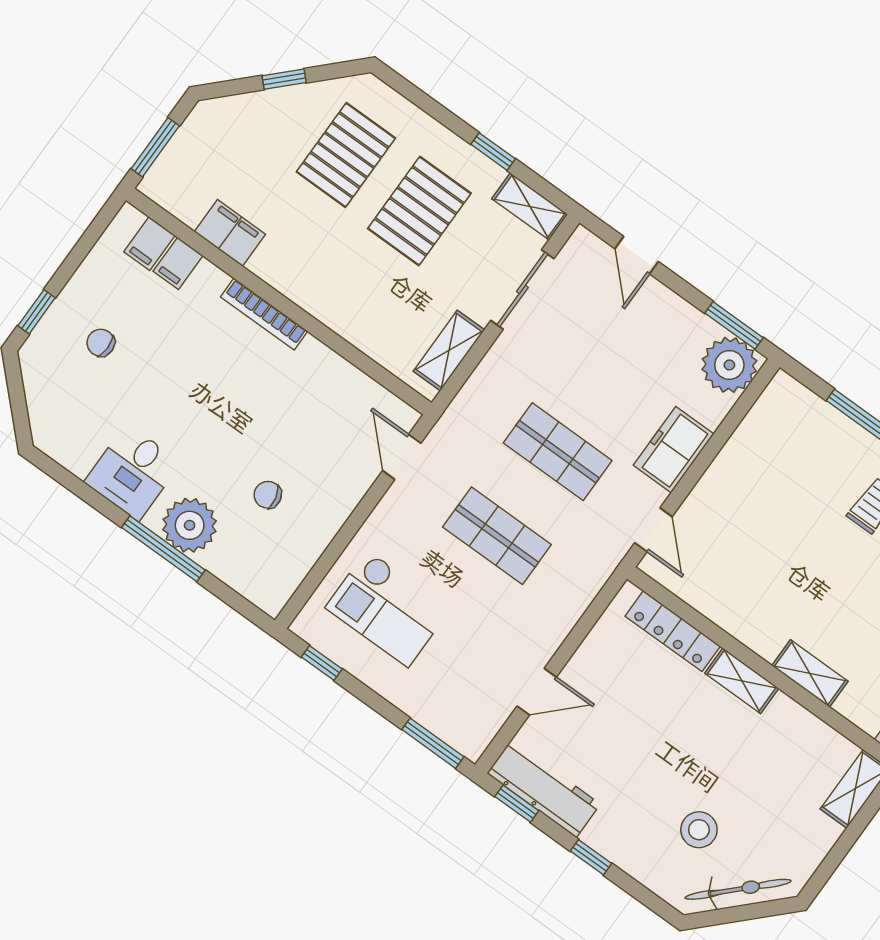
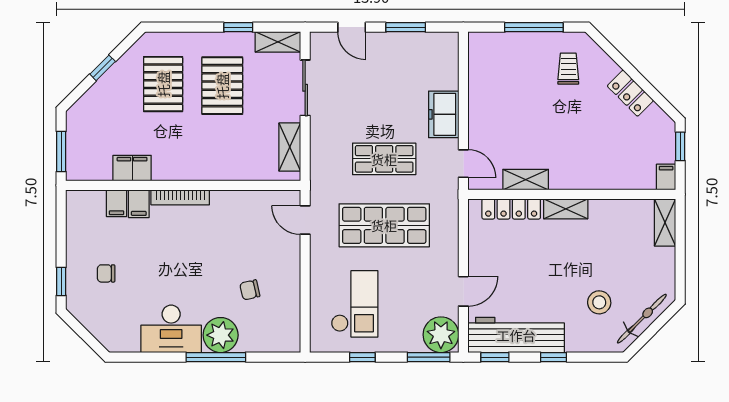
filing cabinet: (149, 244) -> (139, 204), moved
window: (734, 325) -> (406, 27), moved
plant: (729, 365) -> (441, 335), moved
desk: (133, 472) -> (171, 329), width x1.37
shop shelf: (497, 536) -> (384, 225), width x1.43, depth x1.36
checkout: (388, 608) -> (355, 304), turned -90
window: (322, 663) -> (362, 357), moved
shelving: (810, 673) -> (526, 180), moved
workbench: (544, 789) -> (516, 335), width x1.36, depth x1.32

